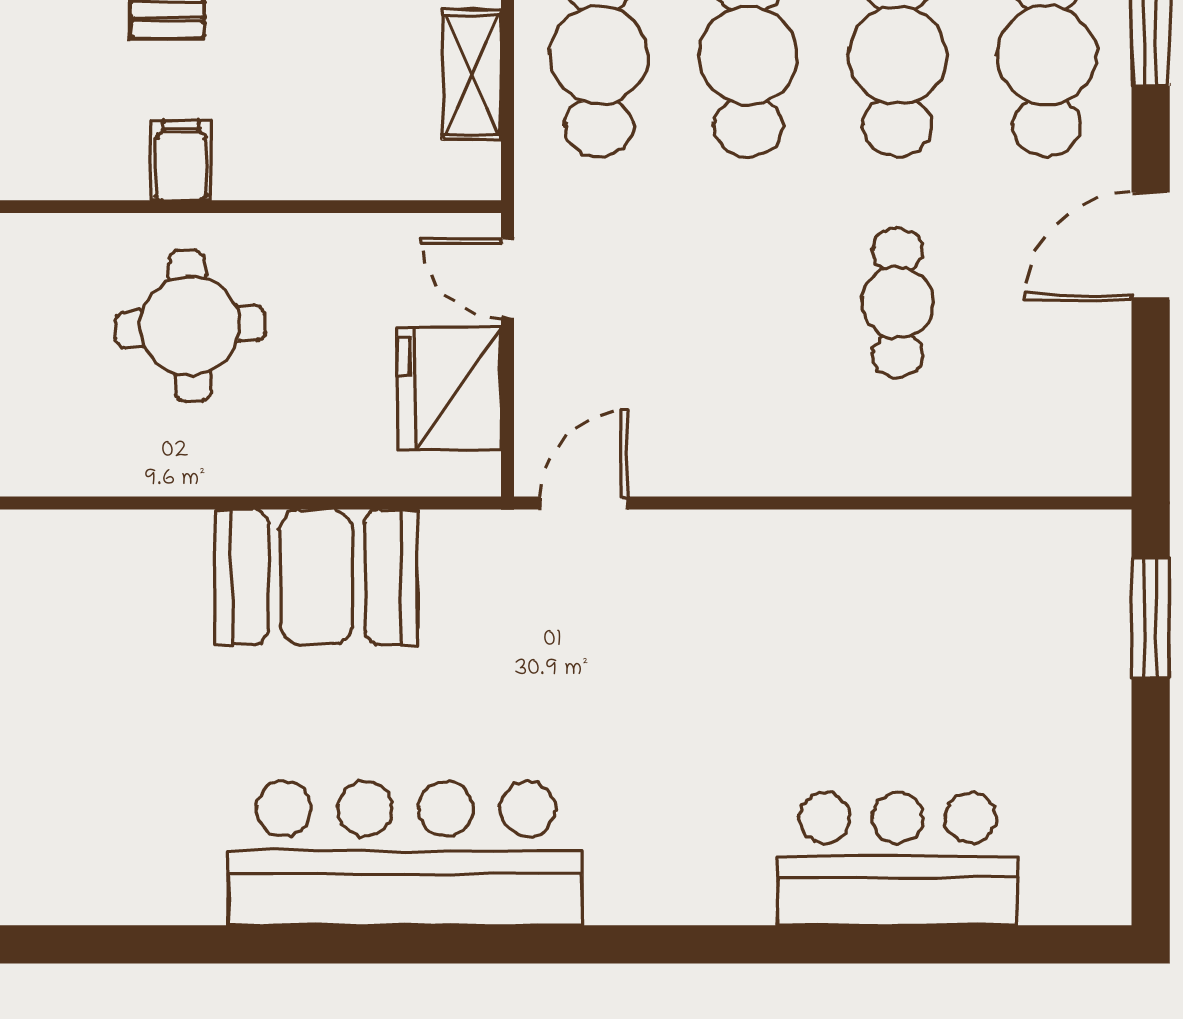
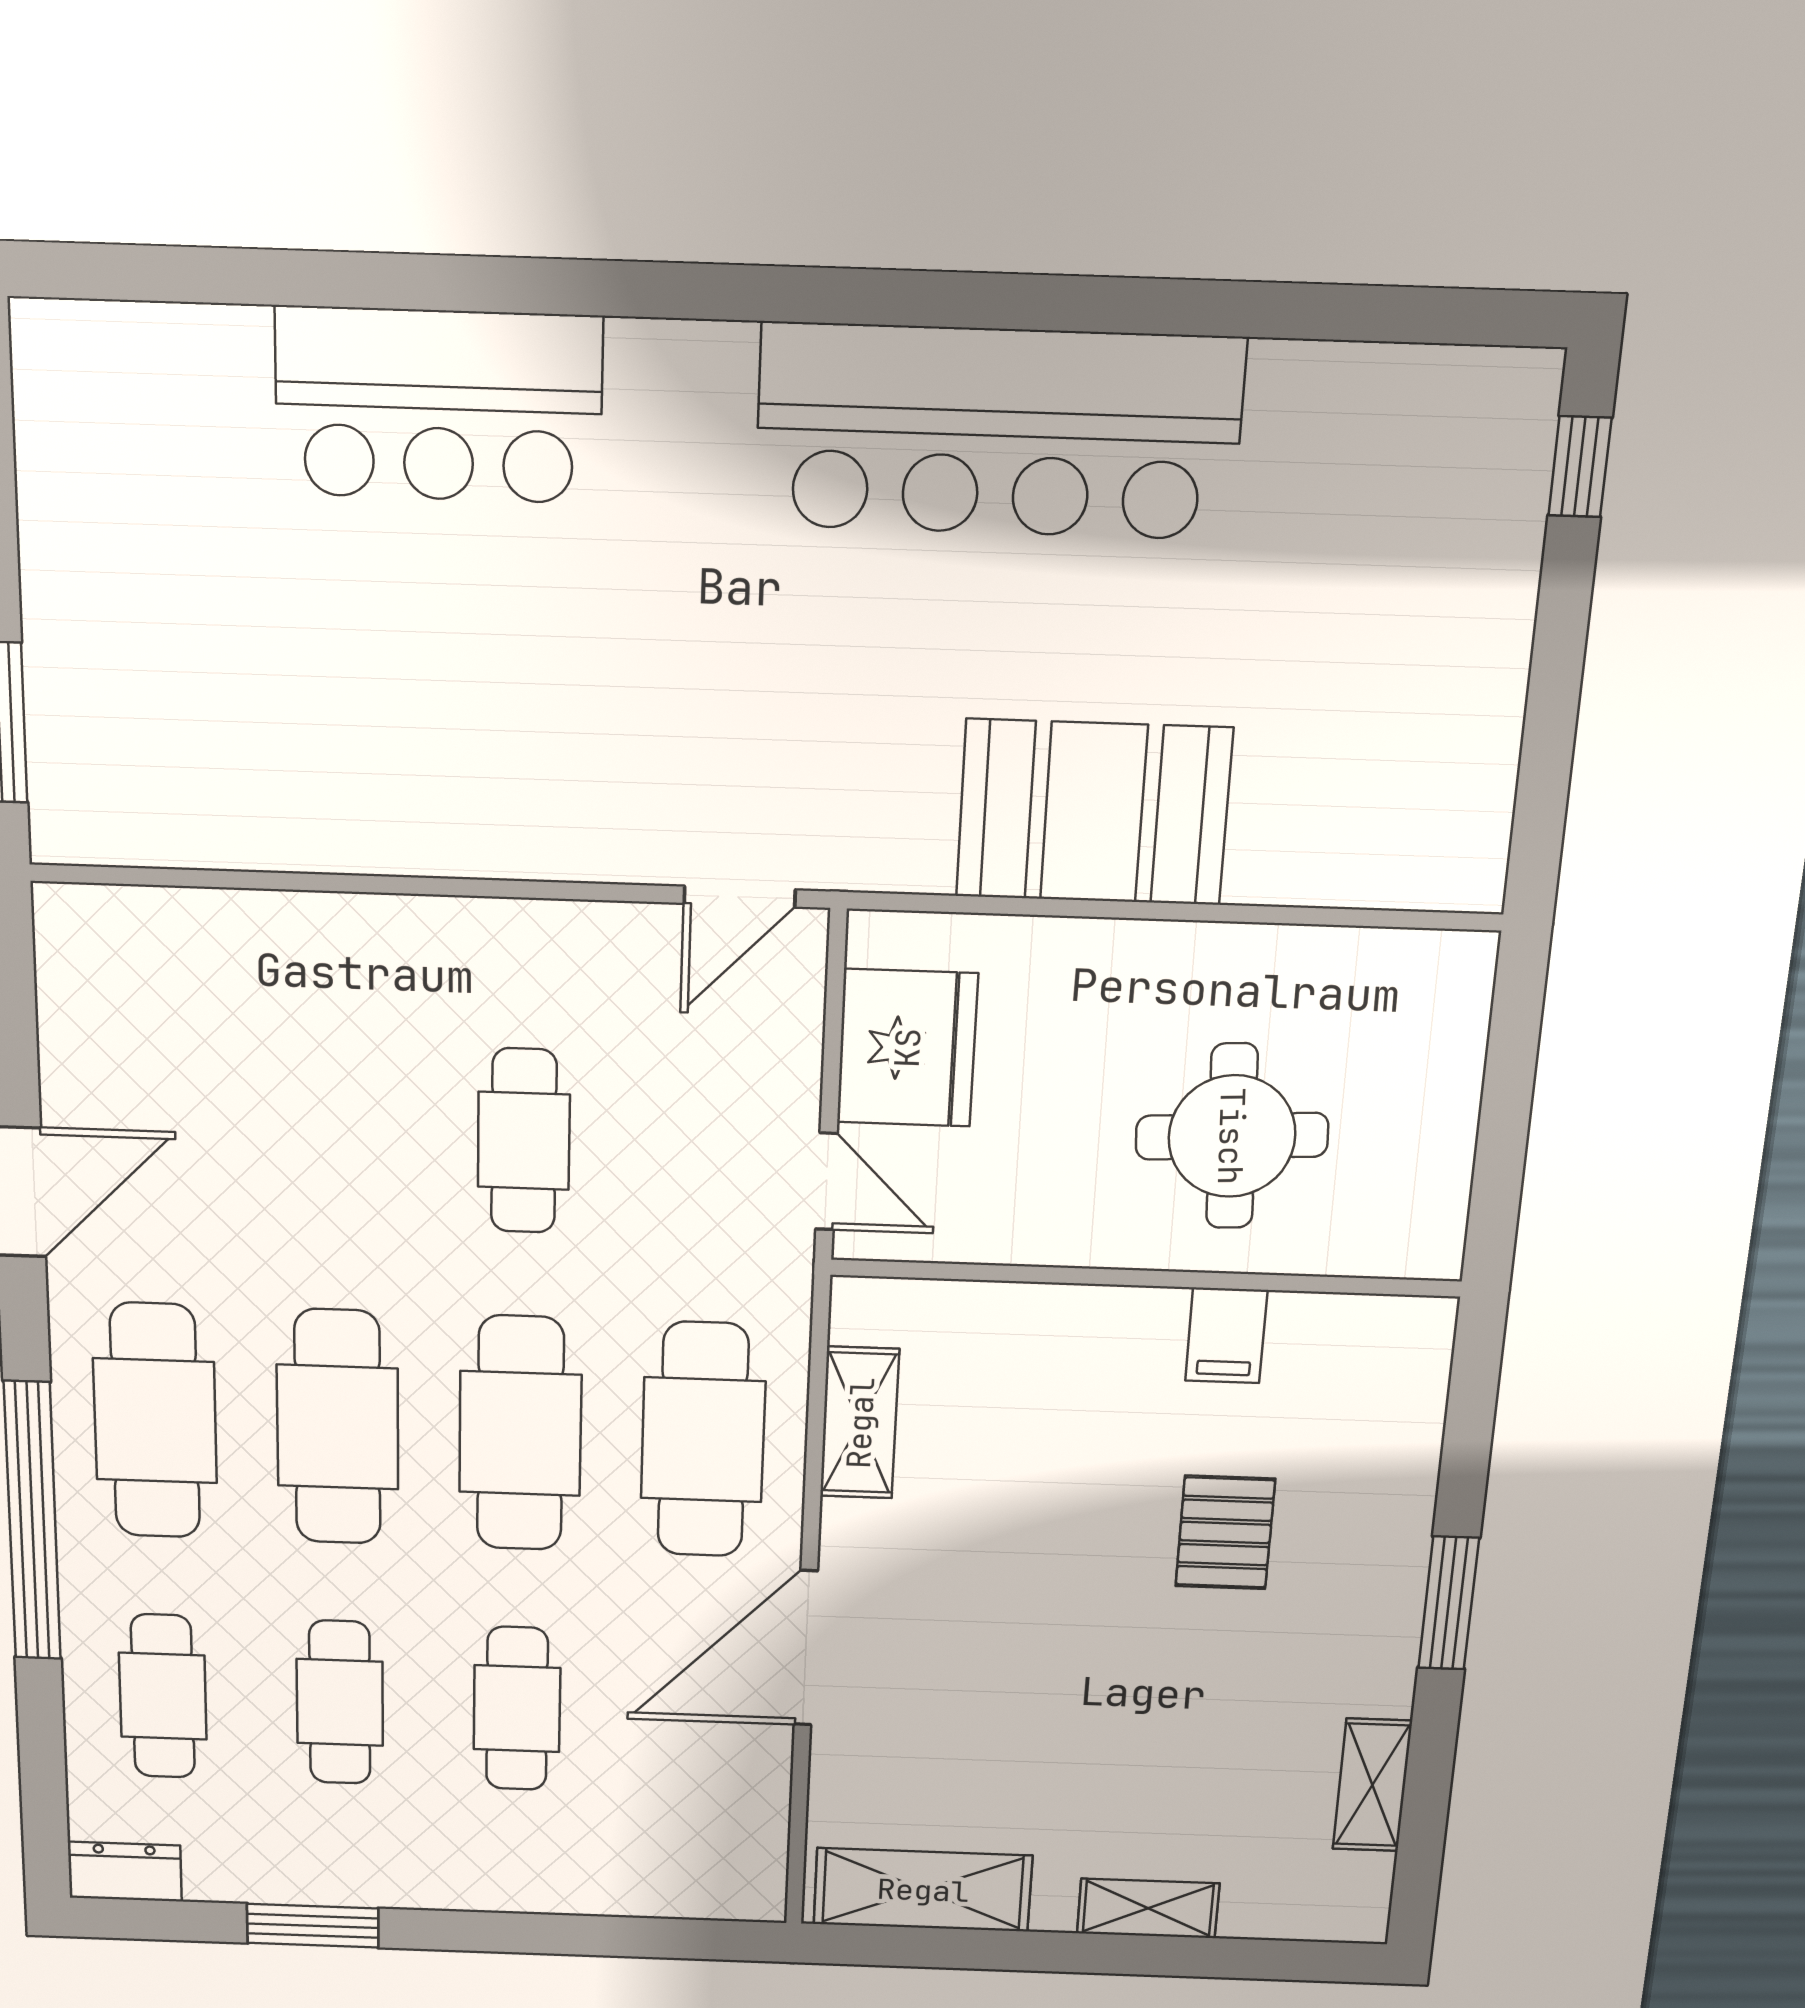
cafe table: (897, 303) -> (524, 1141), moved
bar counter: (898, 859) -> (439, 405), moved

